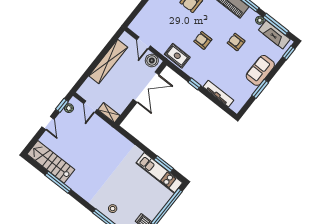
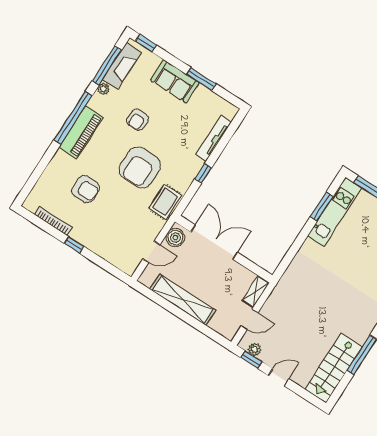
armchair: (203, 40) -> (140, 167), width x1.88, depth x1.88

